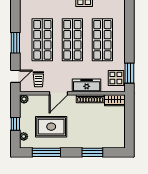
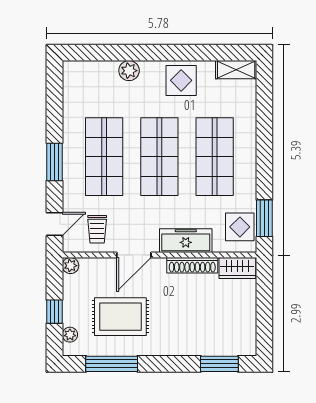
window: (92, 152) -> (219, 364), moved

